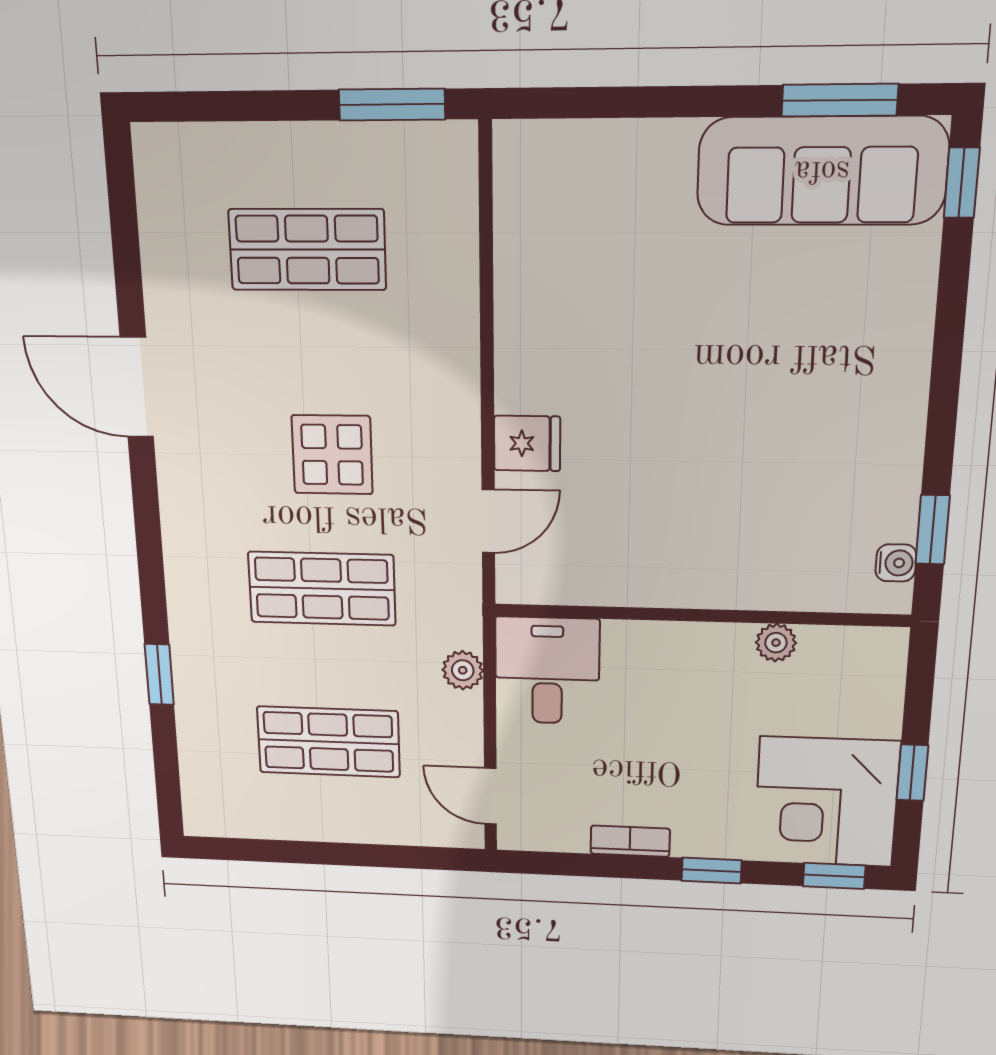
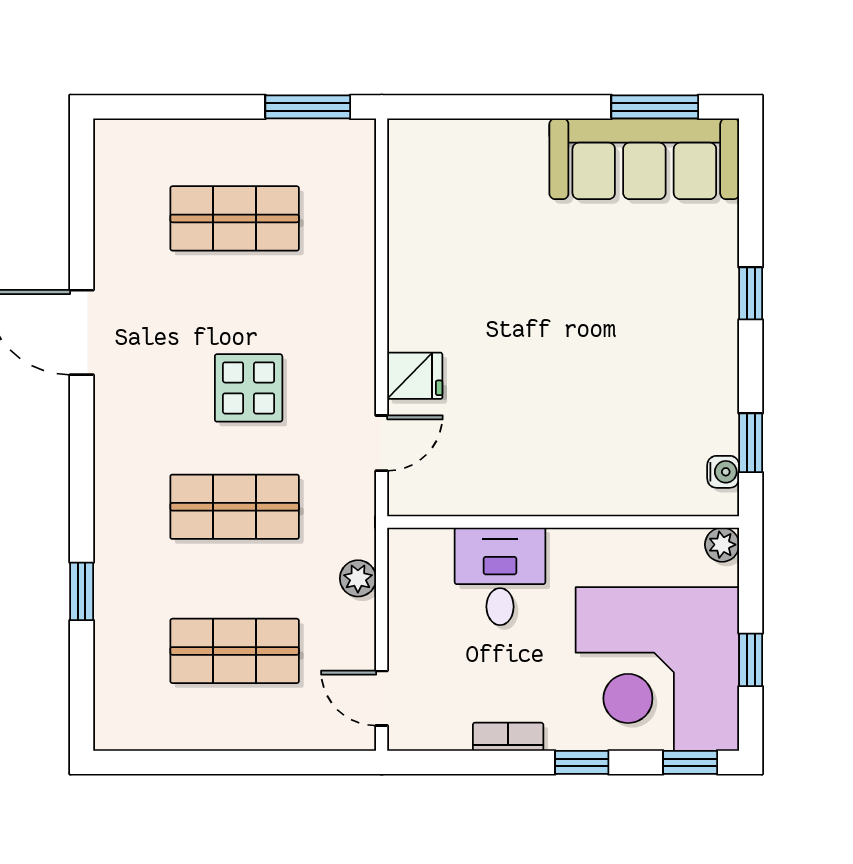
window: (962, 183) -> (751, 293), moved
plant: (776, 643) -> (722, 545), moved
desk: (547, 671) -> (500, 576), moved
corner desk: (826, 802) -> (657, 669), width x1.36, depth x1.36

